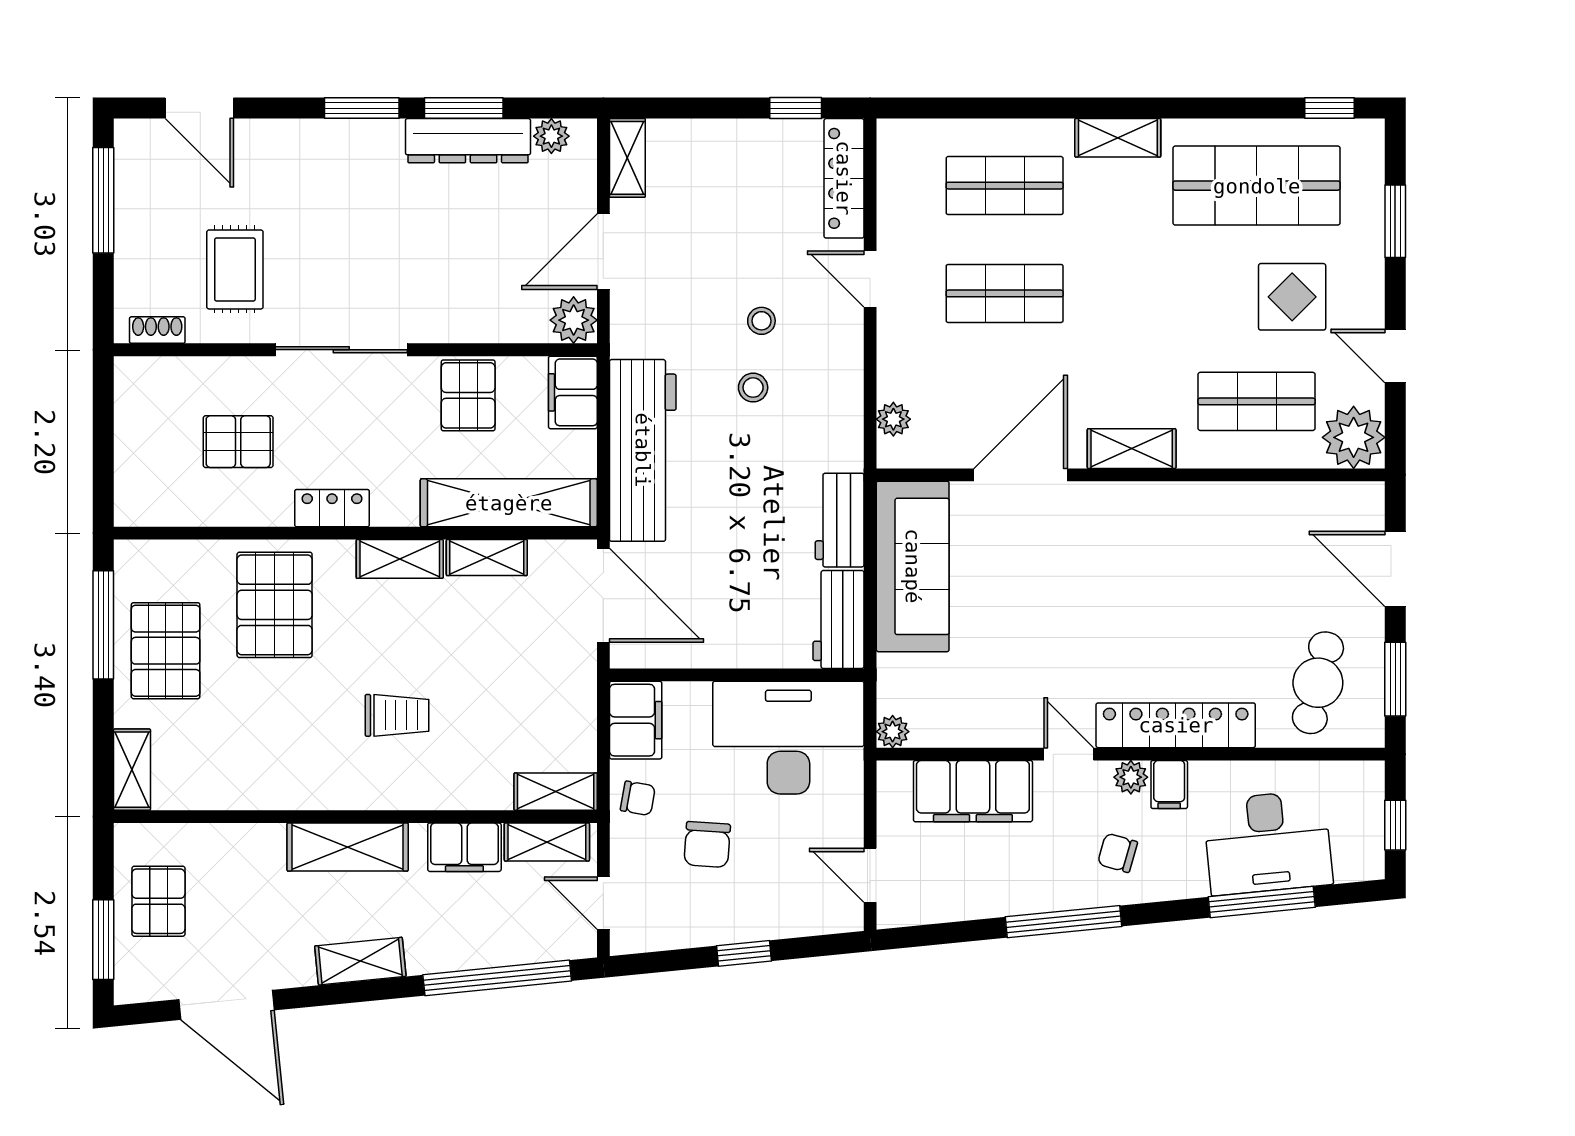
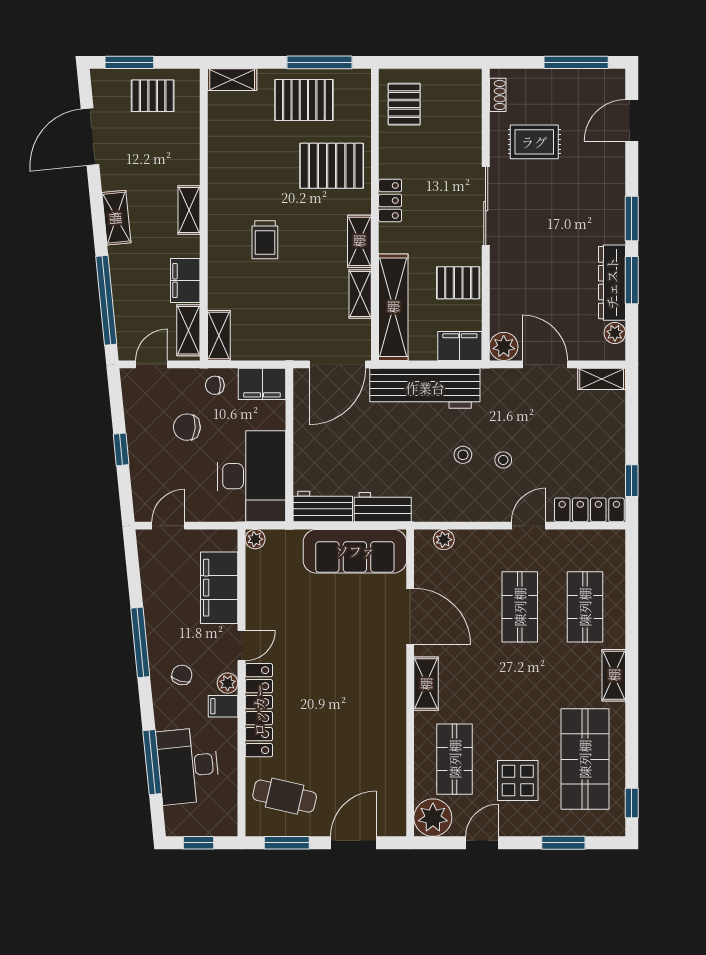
pallet: (238, 442) -> (404, 104), moved
chair: (638, 798) -> (215, 385), turned 80
shelving: (348, 847) -> (189, 210), width x0.67, depth x0.75

